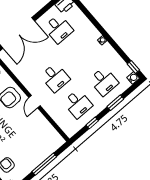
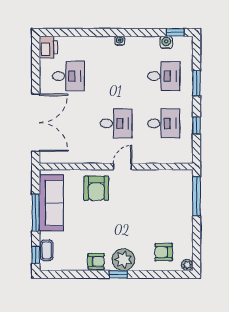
water cooler: (133, 78) -> (166, 42), moved
door: (35, 102) -> (123, 166), swing flipped
window: (44, 164) -> (196, 196), moved

